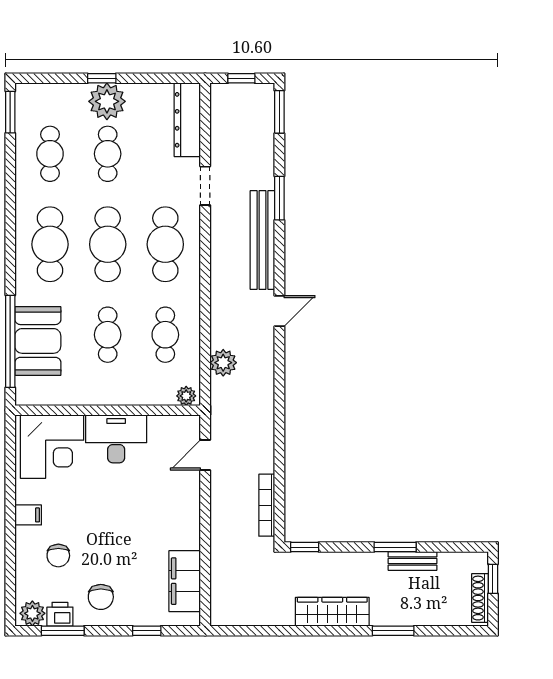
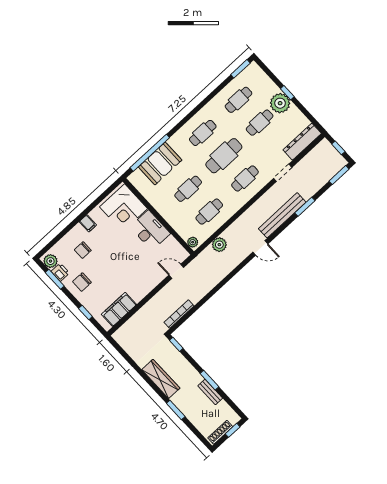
cafe table: (50, 244) -> (203, 133), width x0.73, depth x0.74
cafe table: (165, 244) -> (245, 178), width x0.73, depth x0.74

